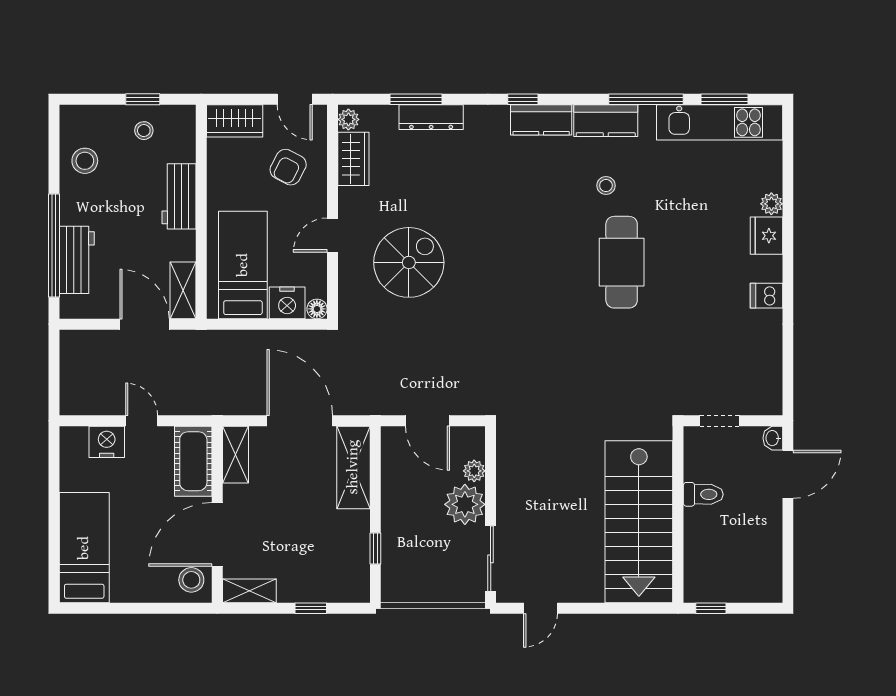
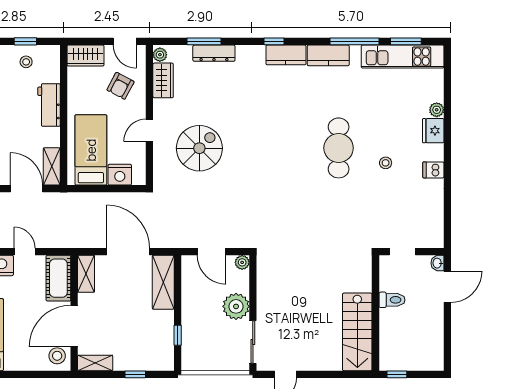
stool: (606, 186) -> (386, 163), moved
floor lamp: (317, 309) -> (139, 179), removed
plant: (474, 471) -> (242, 262), moved
stairs: (639, 522) -> (357, 332), width x0.73, depth x0.66

